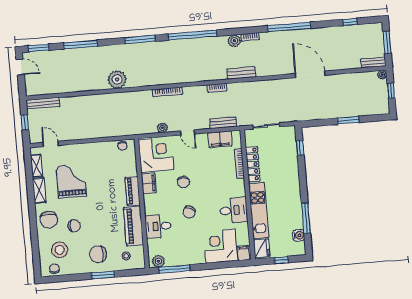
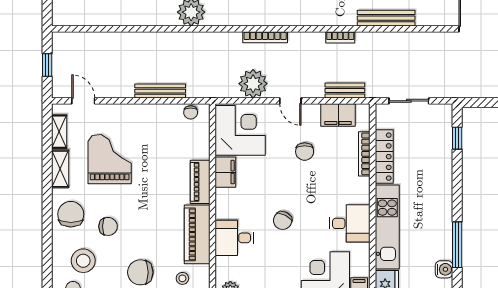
bench: (241, 73) -> (386, 18), width x1.36
bench: (43, 103) -> (160, 91), moved
plant: (162, 128) -> (253, 84), width x1.88, depth x1.88
chair: (183, 182) -> (305, 152), moved
chair: (49, 220) -> (71, 214), turned 180

